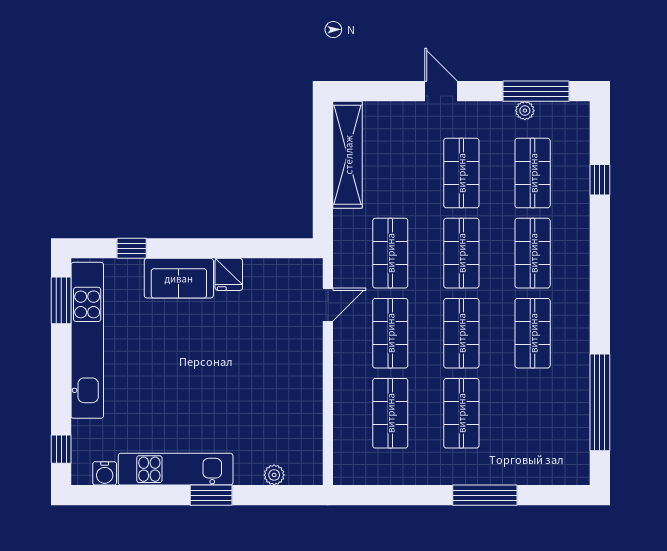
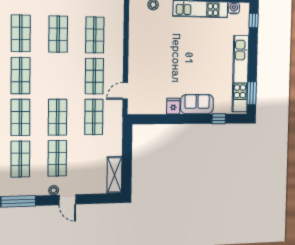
plant: (525, 111) -> (54, 190), moved
shelving: (348, 155) -> (114, 175), width x0.68
shop shelf: (461, 333) -> (21, 33), moved

